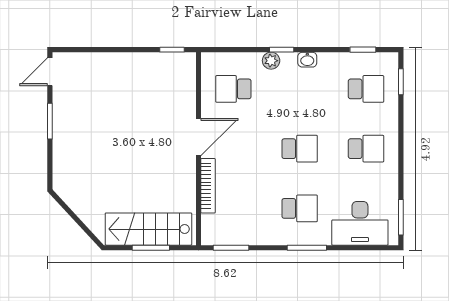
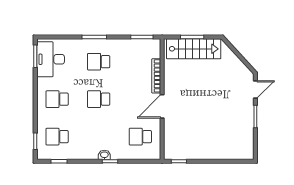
washbasin: (307, 60) -> (104, 155), moved
plant: (271, 61) -> (117, 154), removed
door: (50, 72) -> (255, 90), moved
school desk: (233, 89) -> (140, 137), turned 180
desk: (360, 223) -> (51, 59), moved, turned -90

